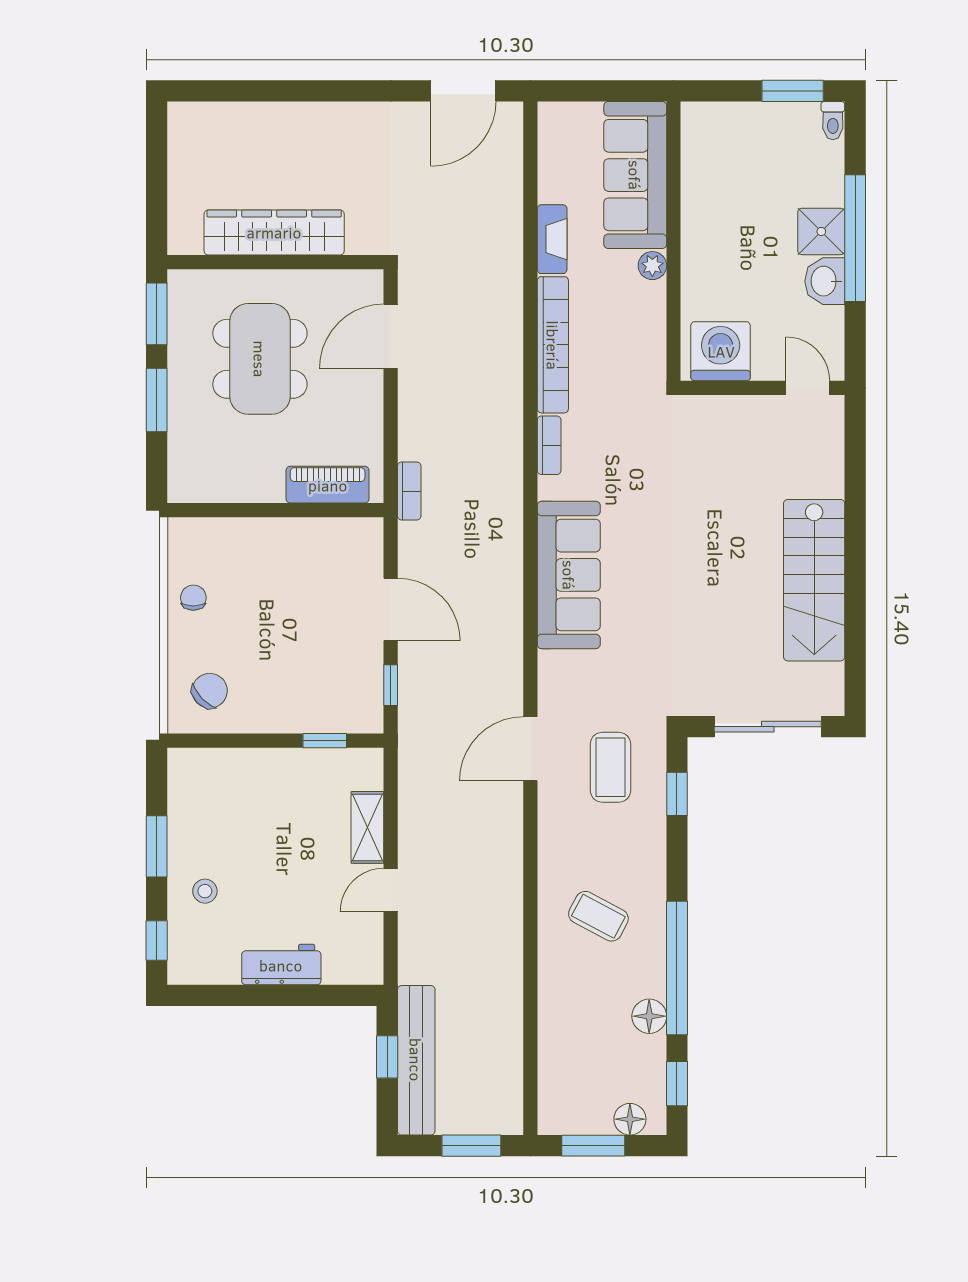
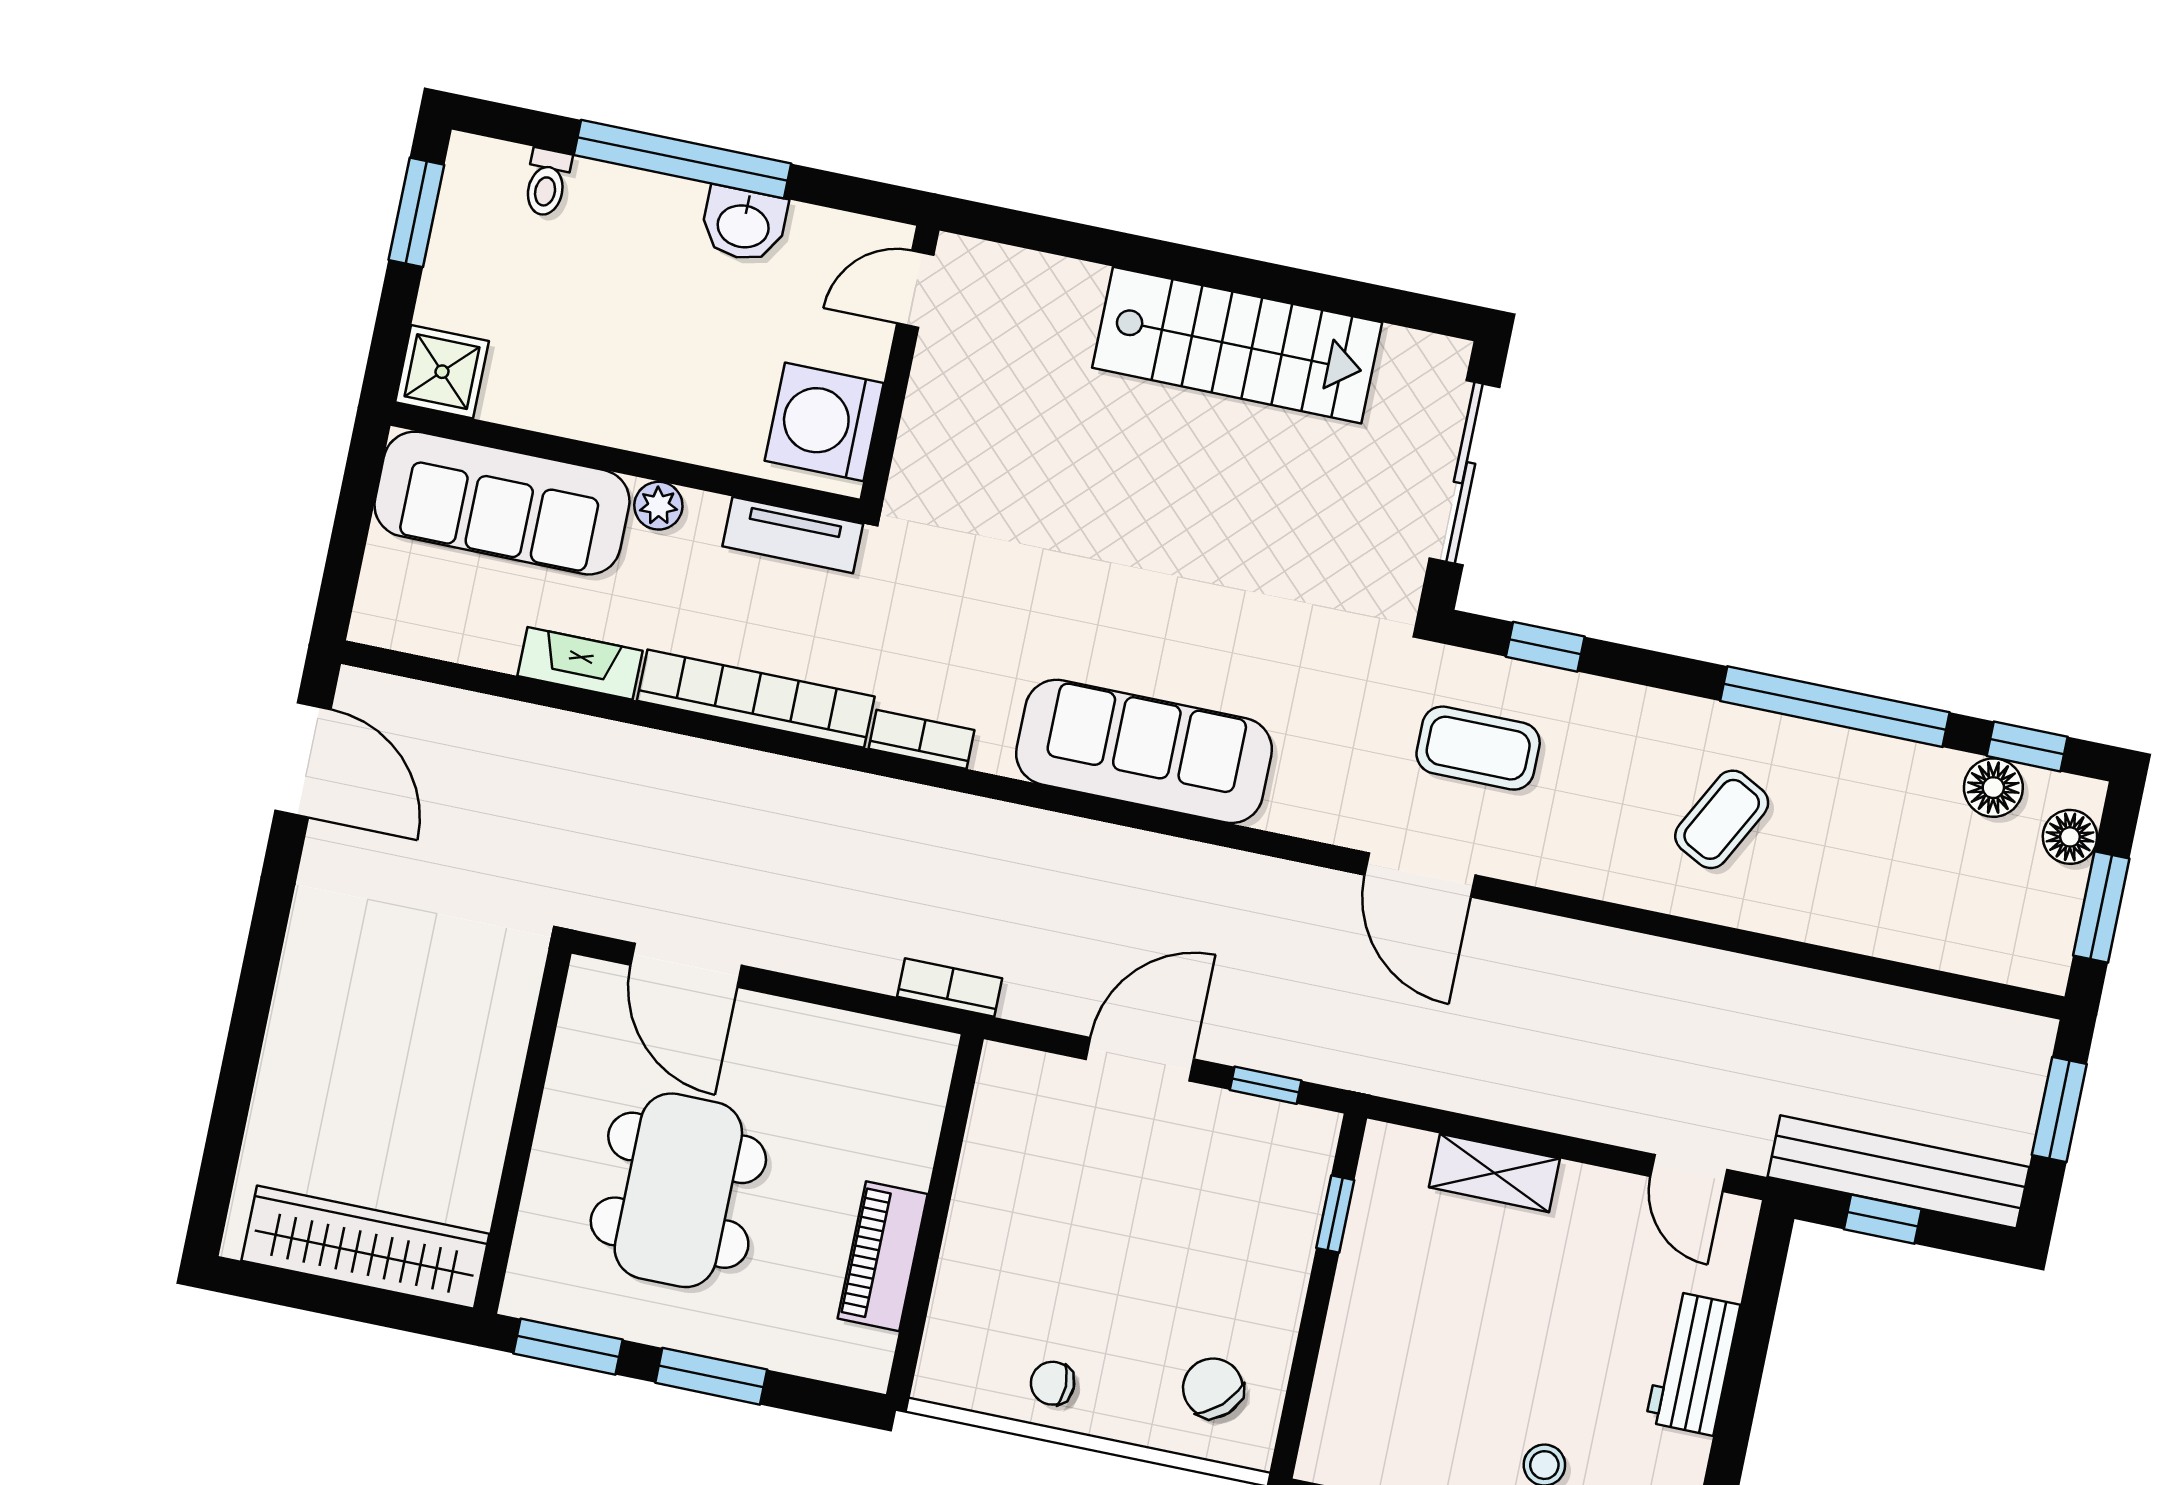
toilet: (833, 121) -> (547, 182), moved, turned 90
shower: (821, 231) -> (442, 372), moved
wardrobe: (274, 232) -> (365, 1247), moved, turned 90
tv unit: (652, 347) -> (793, 535), added
dining table: (260, 359) -> (678, 1190), turned 90
piano: (328, 485) -> (883, 1256), moved
door: (391, 890) -> (1689, 1173), moved
floor lamp: (649, 1016) -> (1993, 788), moved

